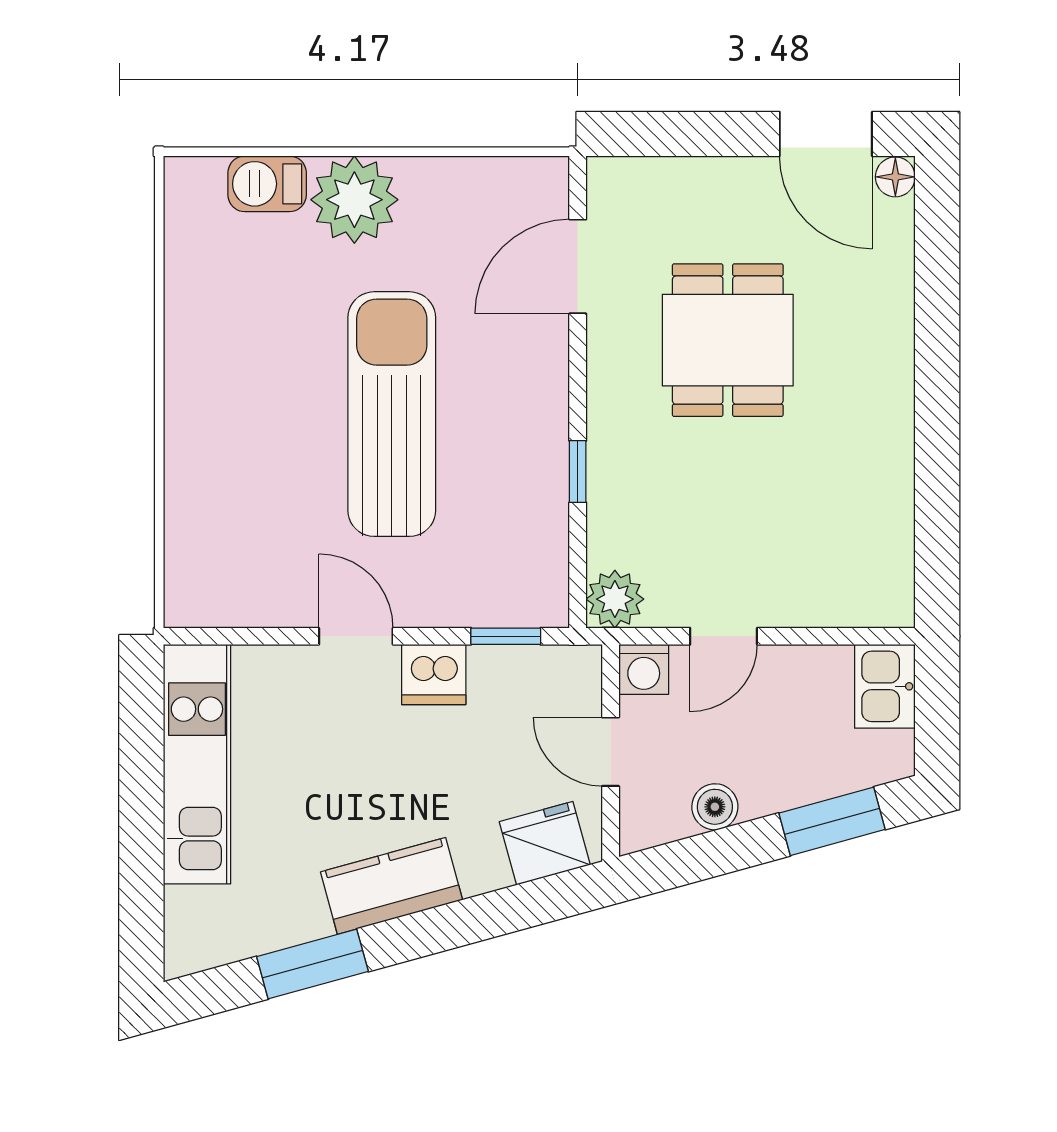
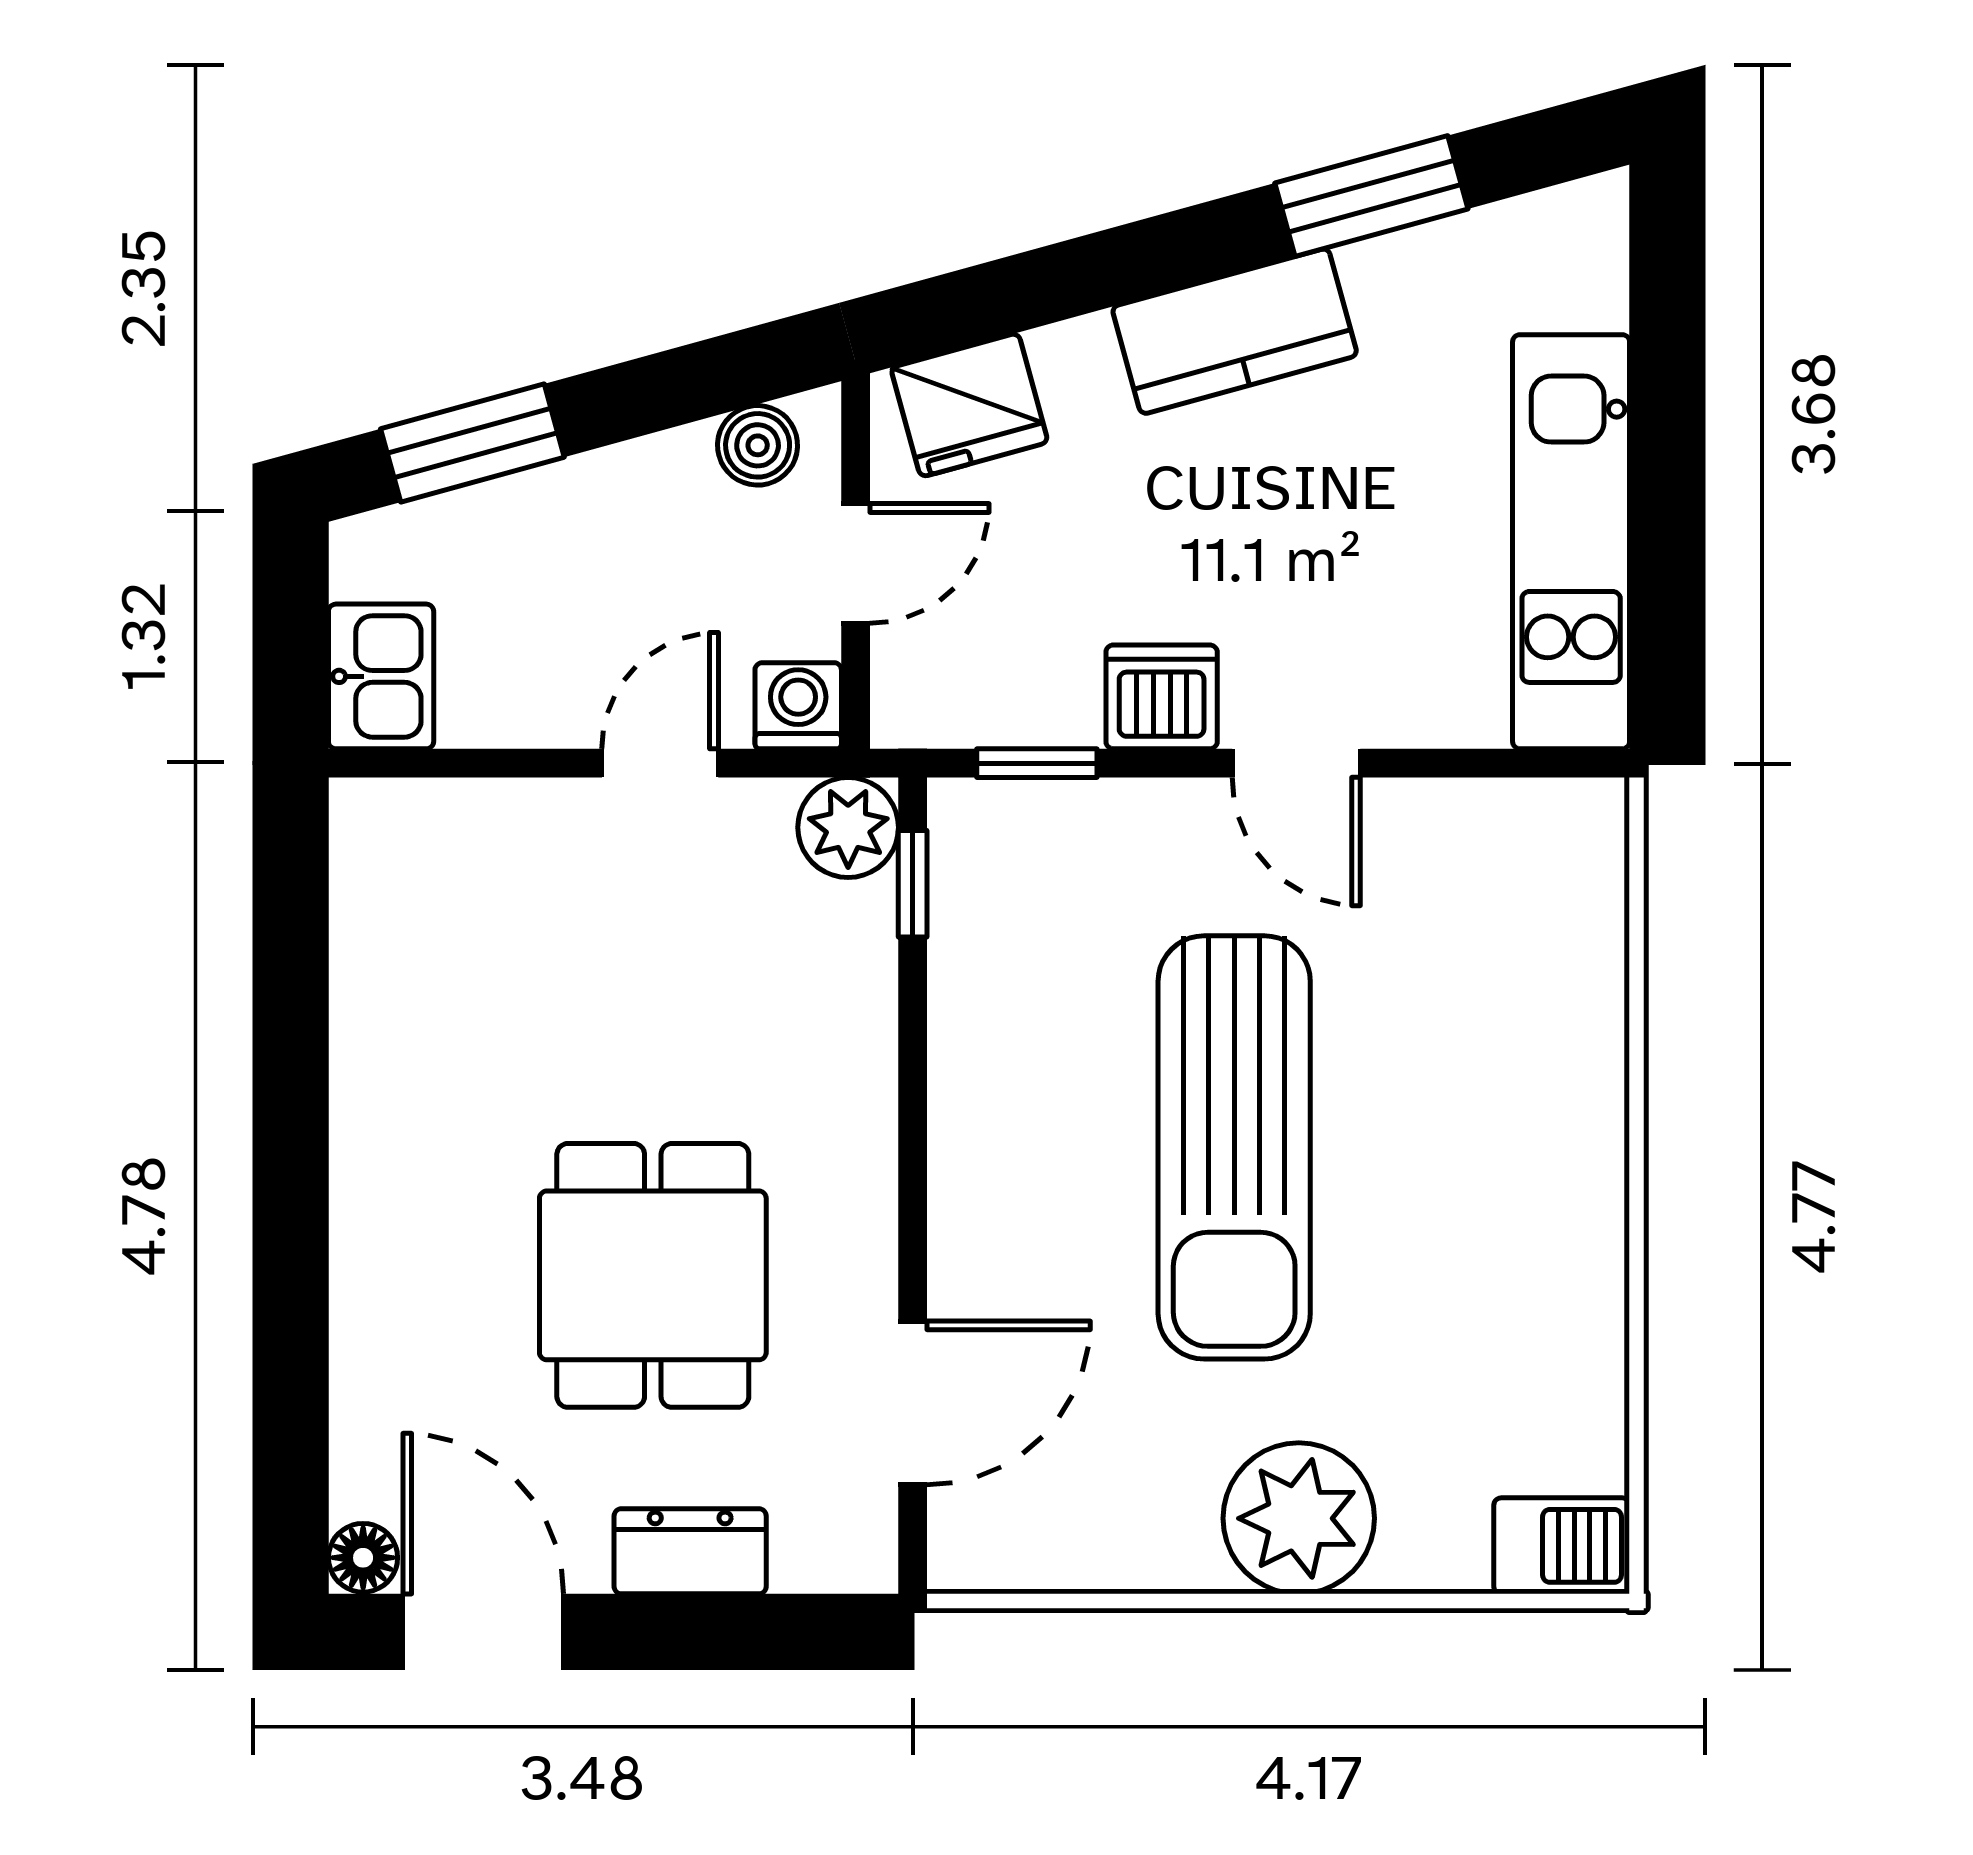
dresser: (706, 181) -> (690, 1551), added
barbecue: (267, 184) -> (1562, 1546), moved
window: (578, 472) -> (913, 884), moved
door: (611, 752) -> (856, 563), hinge flipped
boiler: (715, 807) -> (758, 445), moved

